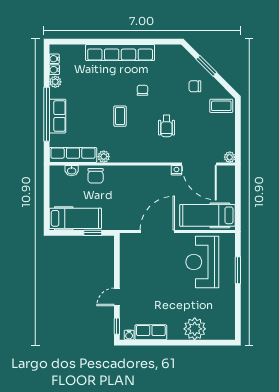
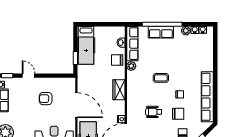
row of seats: (120, 53) -> (207, 97), moved
chair: (169, 92) -> (178, 114), added
wardrobe: (136, 173) -> (119, 90), added
armchair: (148, 274) -> (46, 99), added

